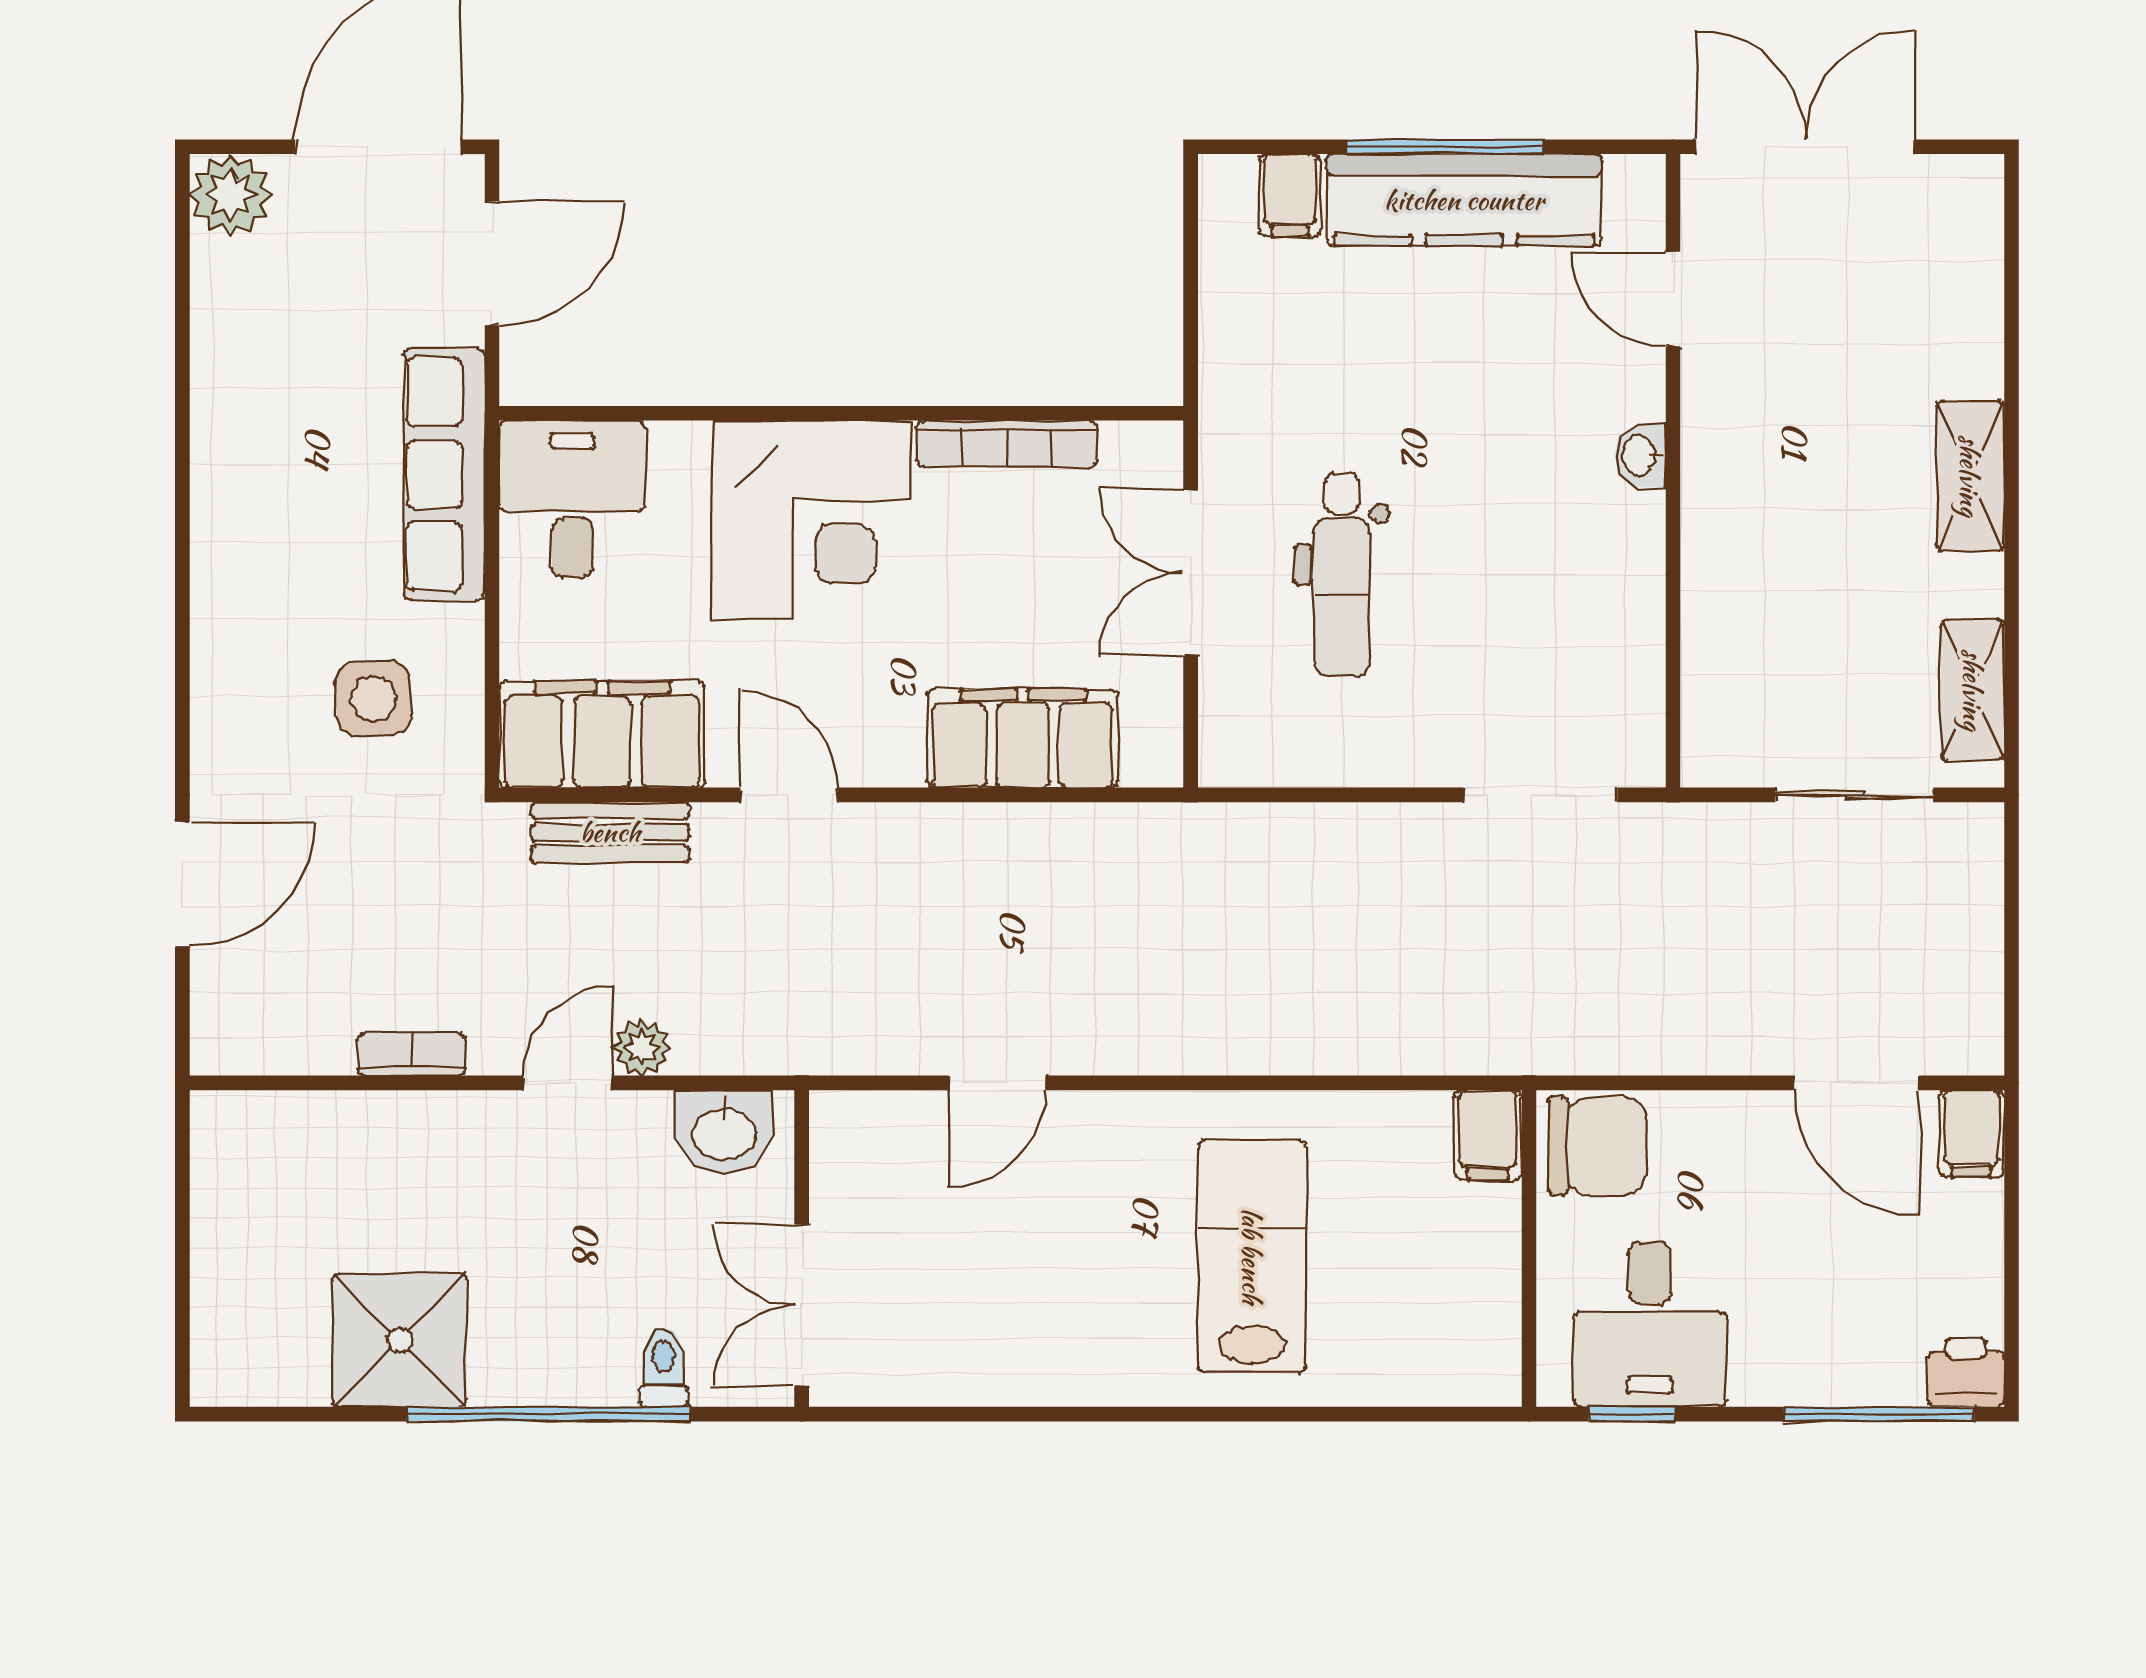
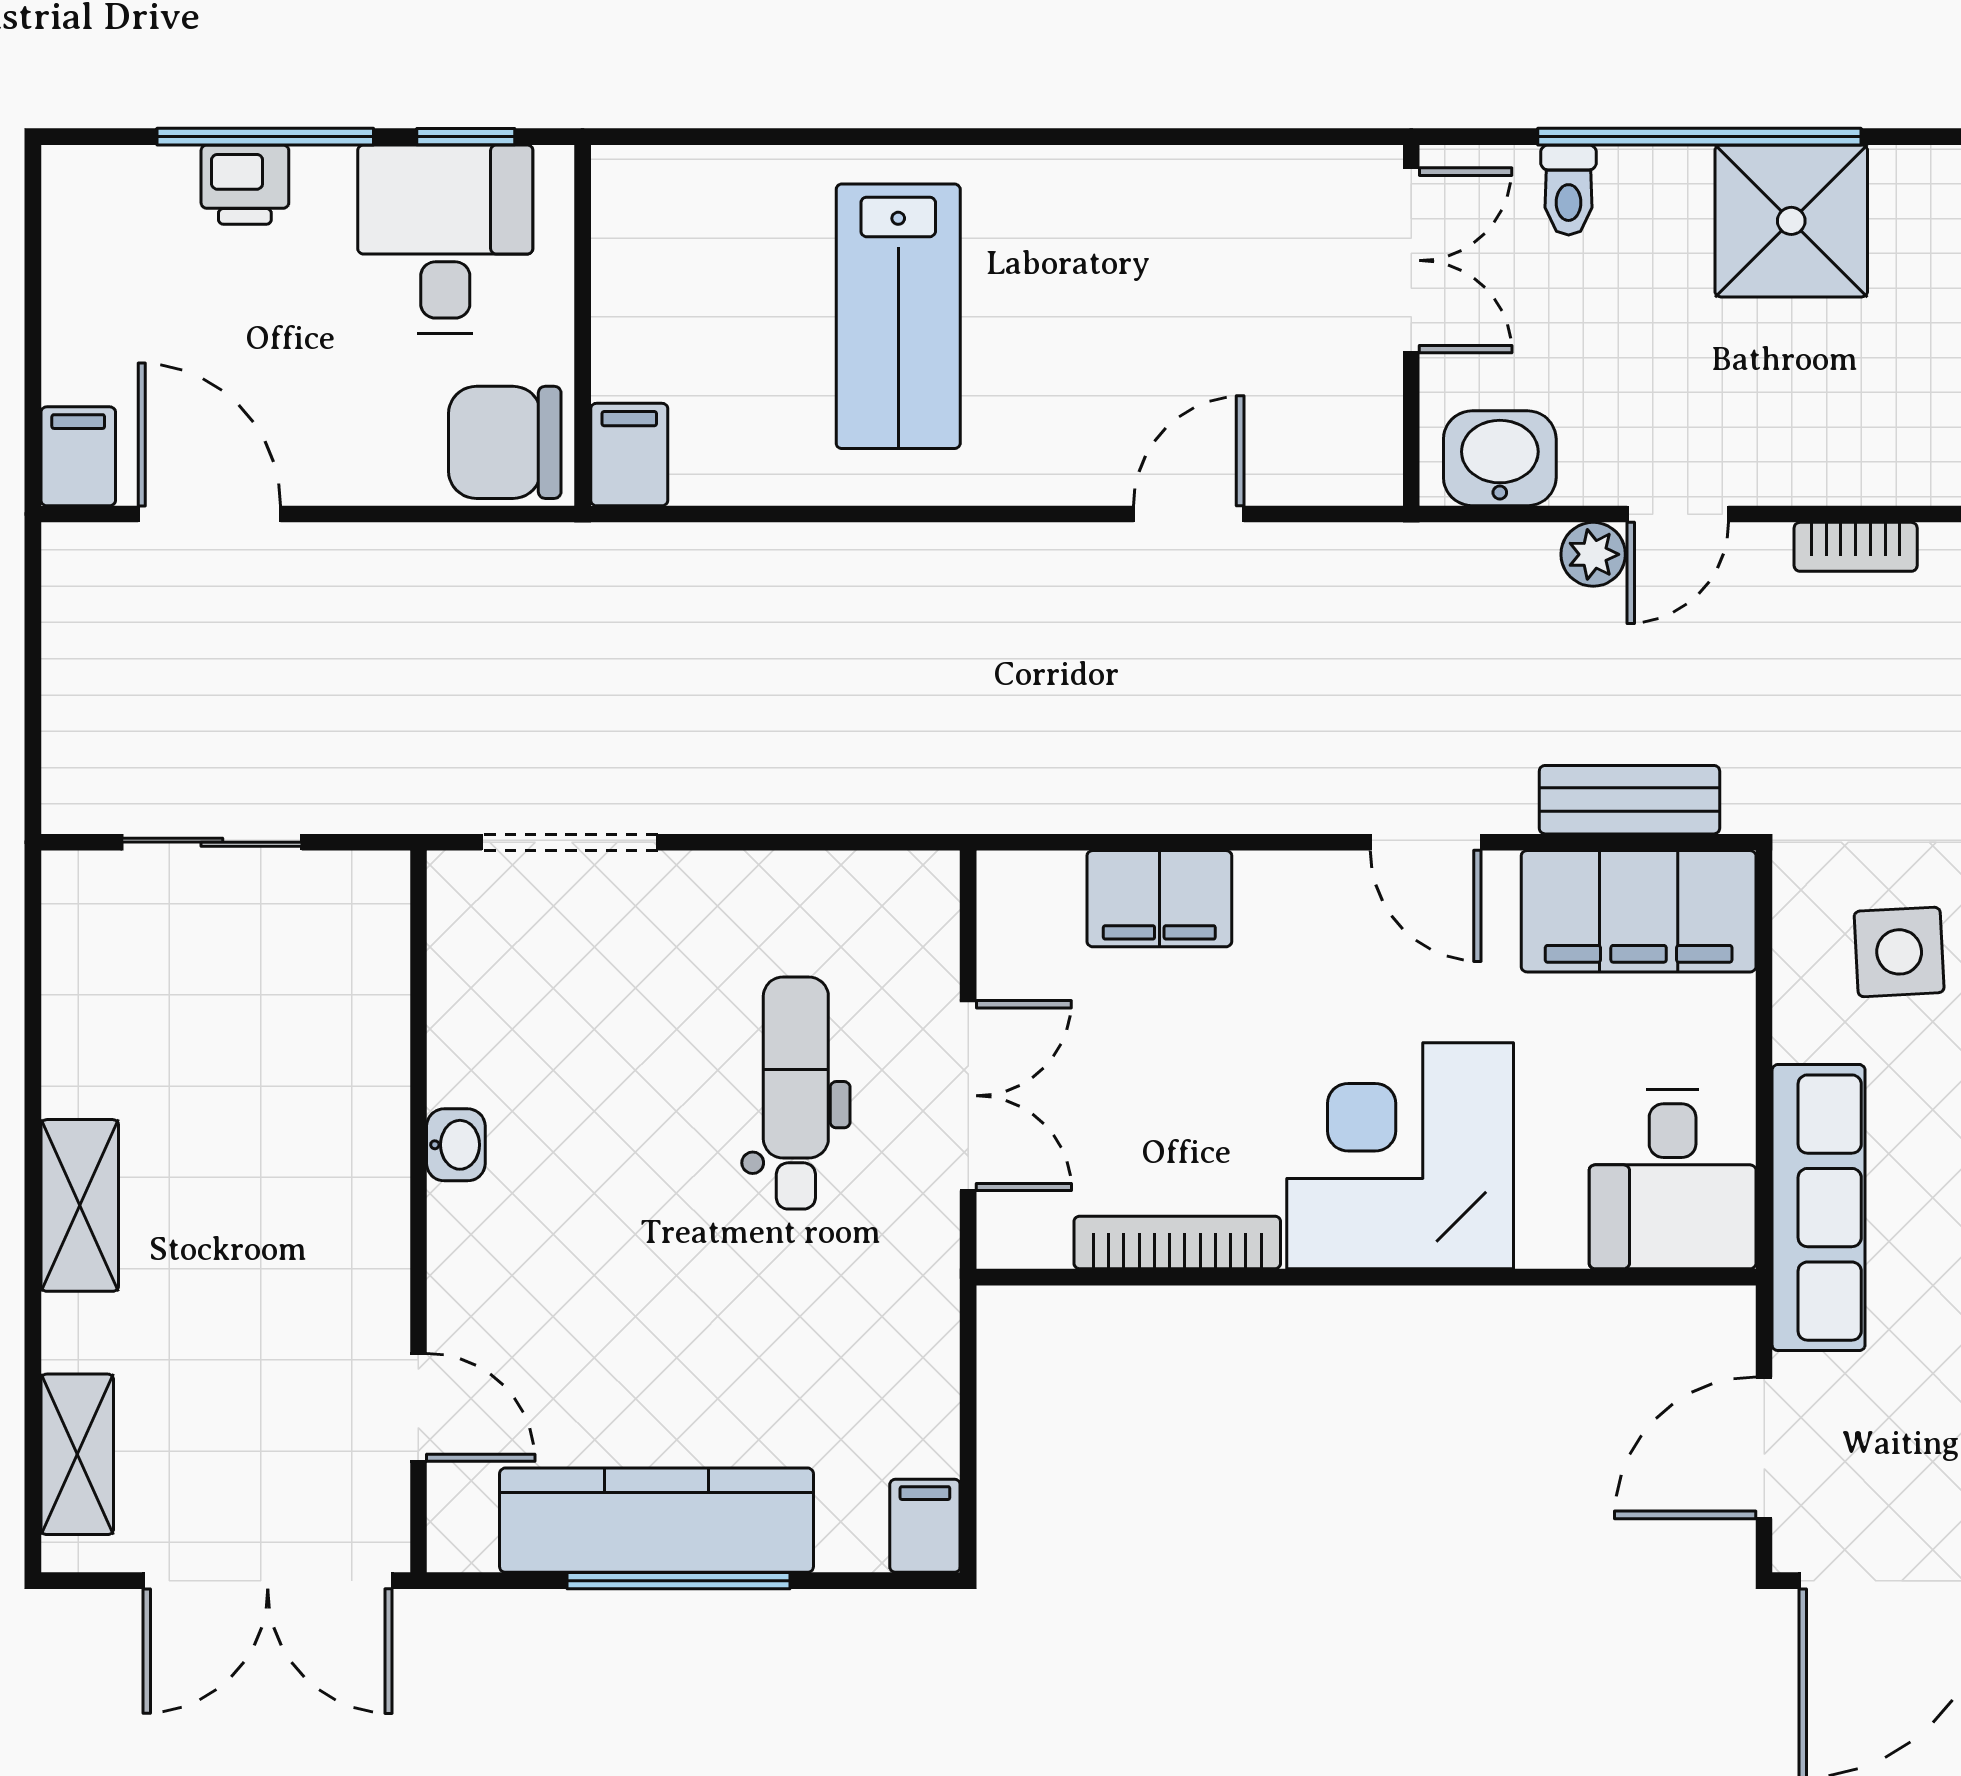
filing cabinet: (1290, 195) -> (925, 1526), moved
washbasin: (1640, 455) -> (456, 1145), moved
shelving: (1973, 690) -> (77, 1454), moved
filing cabinet: (1023, 738) -> (1159, 899), width x0.67, depth x0.86
shower: (400, 1340) -> (1791, 221), moved
printer: (1966, 1372) -> (245, 185), moved
window: (1879, 1414) -> (265, 137), moved

